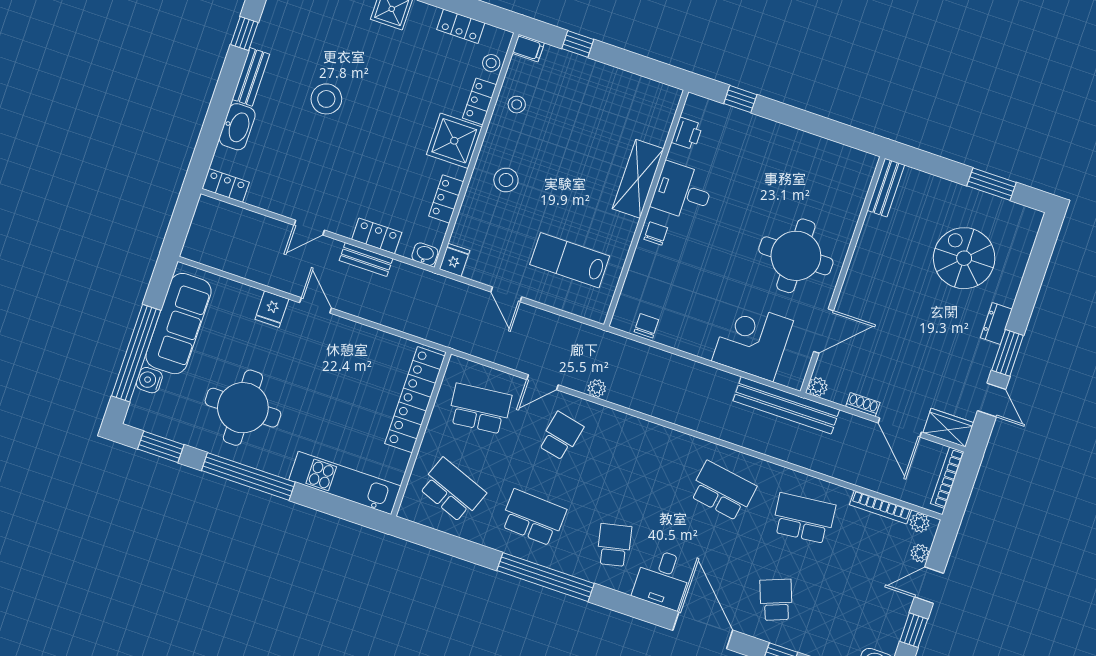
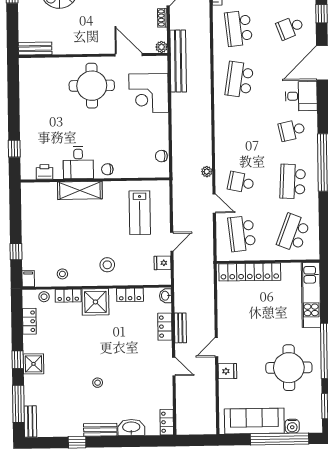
stool: (326, 99) -> (98, 383), width x0.53, depth x0.53
fridge: (454, 260) -> (162, 263), moved

